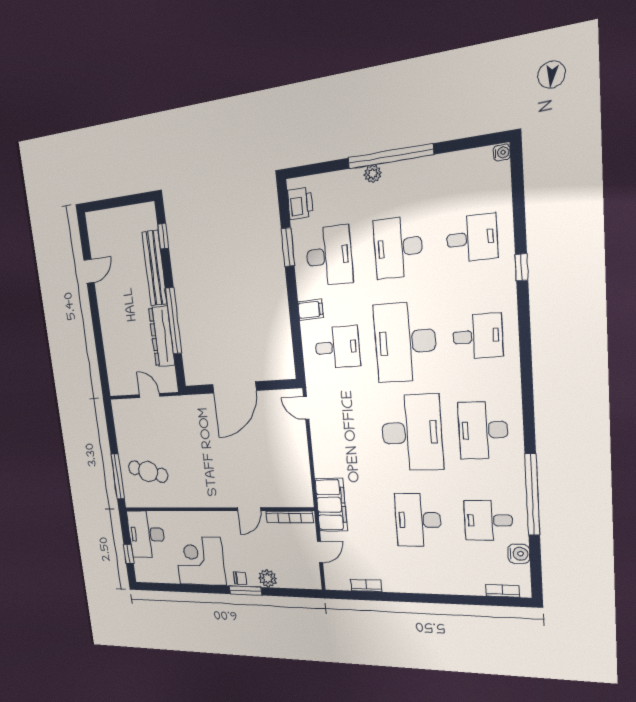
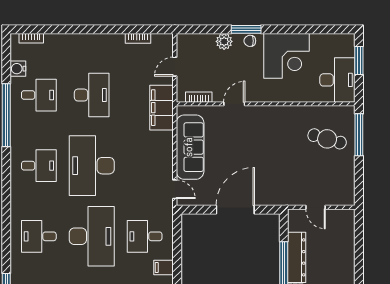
desk: (483, 430) -> (39, 166), width x0.73
sofa: (293, 459) -> (190, 147), added
bookcase: (289, 517) -> (199, 97), width x0.64
window: (129, 554) -> (359, 61), width x1.50

